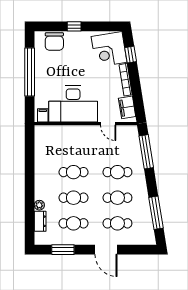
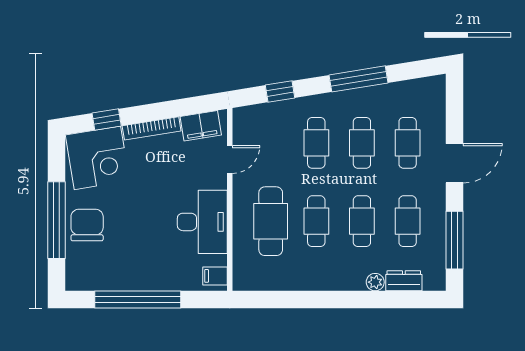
window: (74, 26) -> (57, 220), width x3.17
chair: (54, 41) -> (87, 225), moved, turned -90
desk: (73, 104) -> (202, 222), width x0.73, depth x0.77
cafe table: (73, 147) -> (271, 221), added
window: (146, 152) -> (280, 92), width x0.46
window: (156, 213) -> (359, 79), moved
window: (63, 250) -> (454, 240), width x1.44

